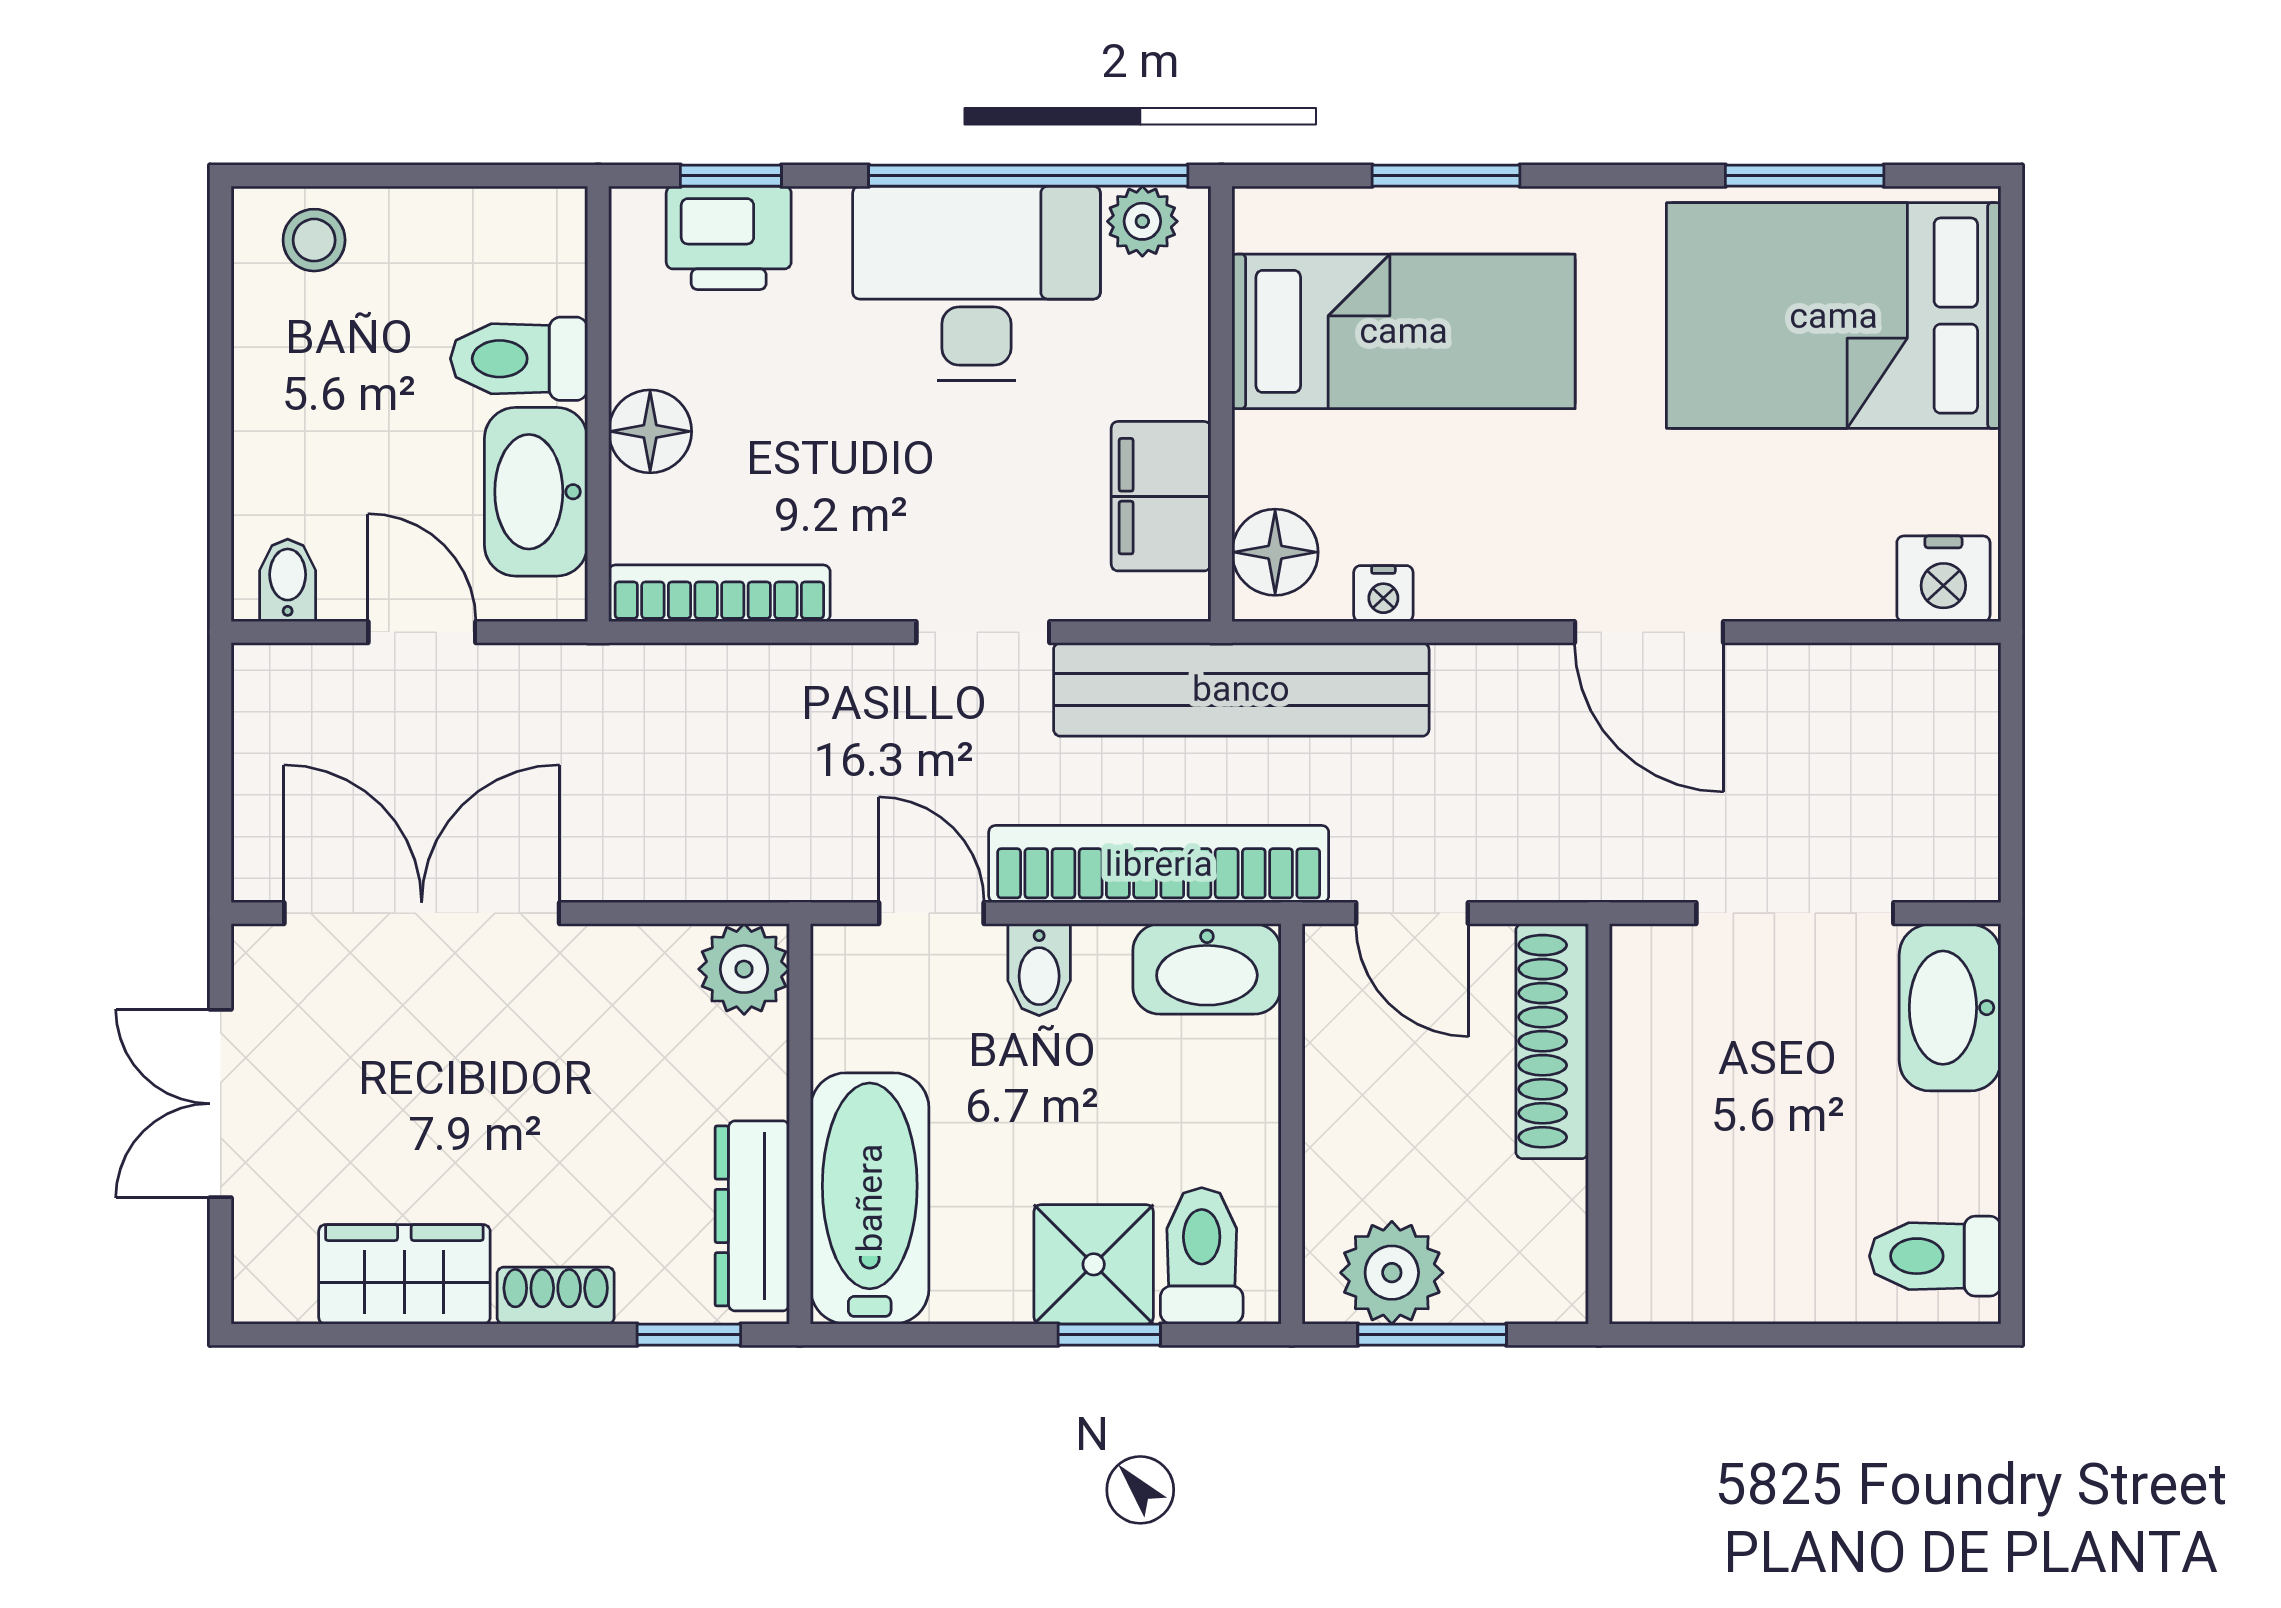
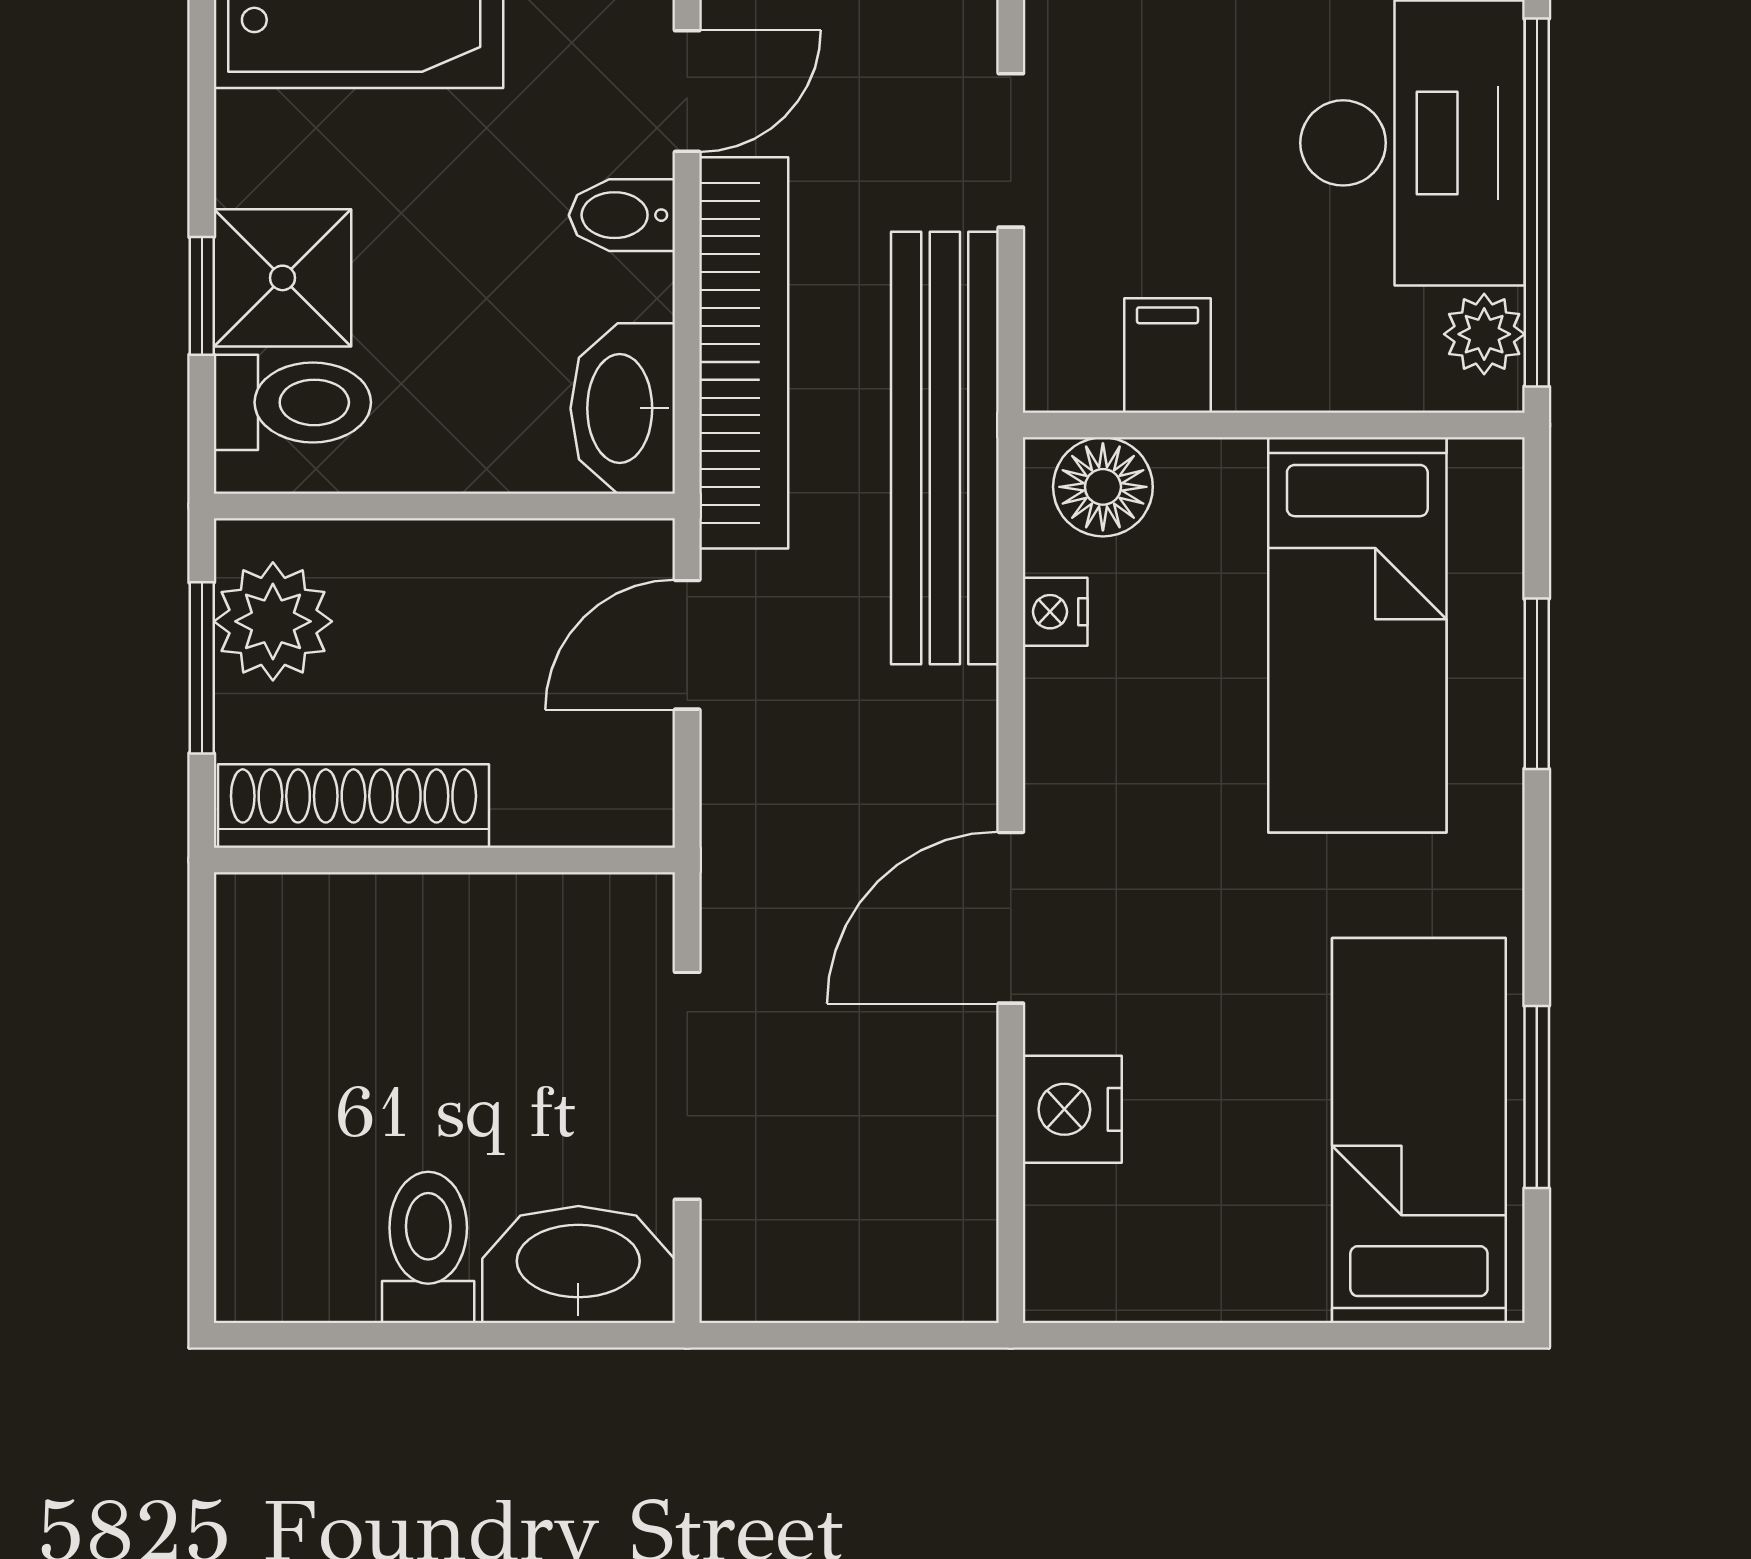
bed: (1834, 316) -> (1419, 1131), width x0.67
filing cabinet: (1161, 496) -> (1167, 356), width x0.50
nightstand: (1943, 579) -> (1072, 1109), moved
shoe rack: (1552, 1041) -> (353, 806), moved
toilet: (1935, 1256) -> (428, 1247), moved

